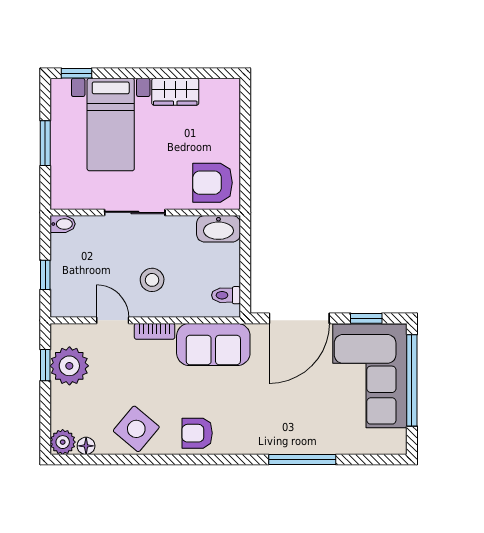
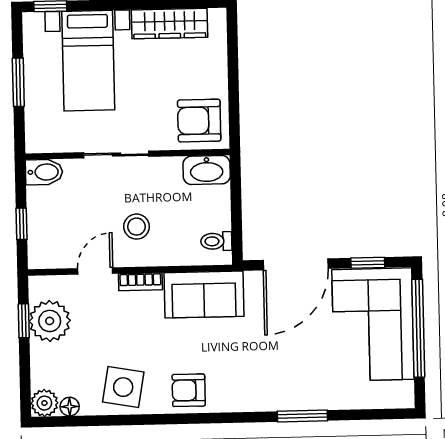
wardrobe: (175, 92) -> (169, 24), width x1.50
bidet: (63, 224) -> (44, 172), width x1.38, depth x1.36
door: (113, 320) -> (95, 271), hinge flipped
side table: (136, 429) -> (123, 387), turned -30
window: (302, 460) -> (302, 416), width x0.69

